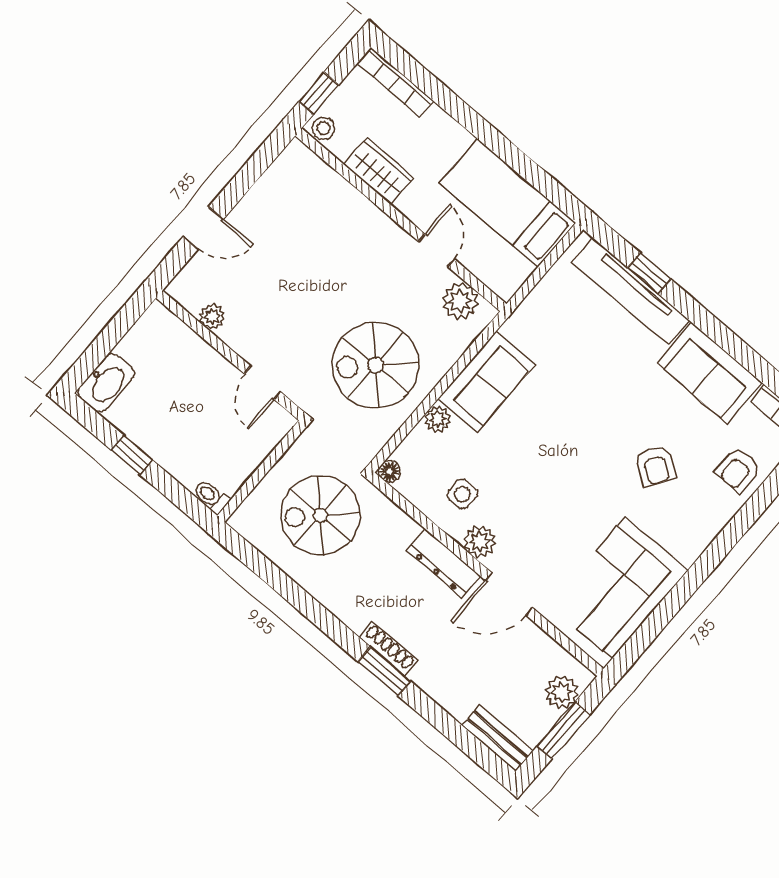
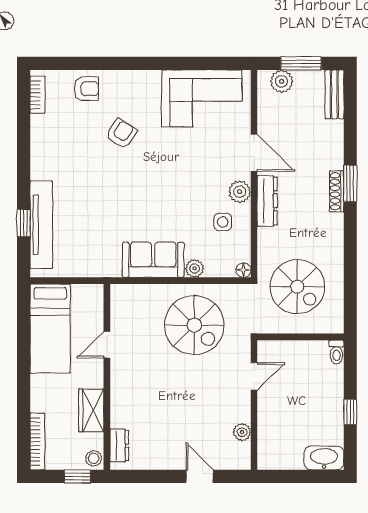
dresser: (313, 169) -> (119, 446), added
plant: (460, 301) -> (123, 309), removed
sofa: (710, 373) -> (49, 147), removed

